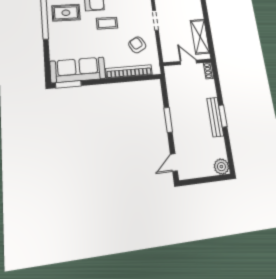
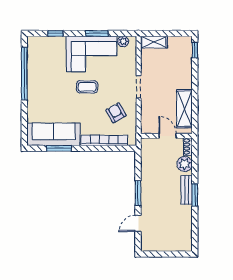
rug: (66, 13) -> (46, 73), removed
window: (68, 84) -> (59, 148), moved
bench: (215, 117) -> (187, 190), width x0.73
door: (174, 163) -> (138, 223), moved
plant: (221, 167) -> (185, 164), moved

